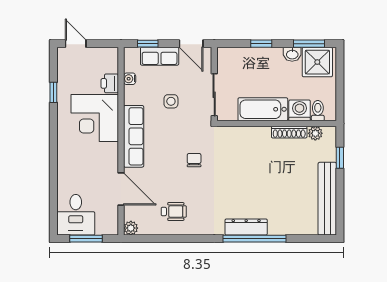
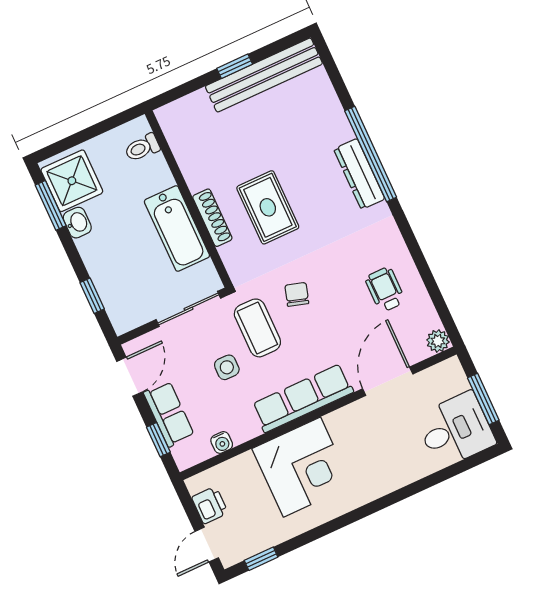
window: (261, 44) -> (92, 296), moved
printer: (110, 83) -> (210, 505), moved, turned -90
window: (53, 92) -> (261, 559), moved
washing machine: (300, 110) -> (154, 174), removed
coffee table: (185, 129) -> (257, 328), added
shoe rack: (289, 132) -> (212, 218), moved
plant: (315, 133) -> (177, 136), removed
window: (340, 158) -> (235, 66), moved
chair: (194, 160) -> (297, 294), turned 107
rug: (251, 166) -> (268, 207), added

